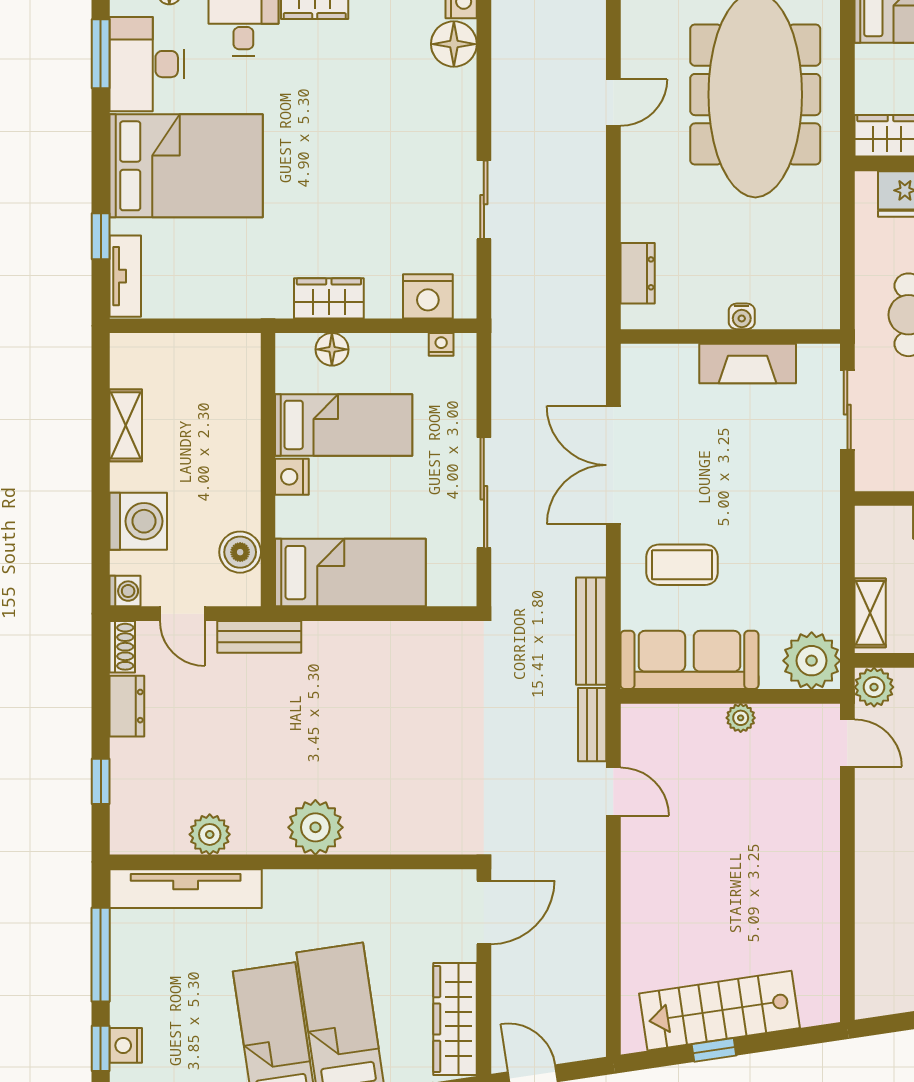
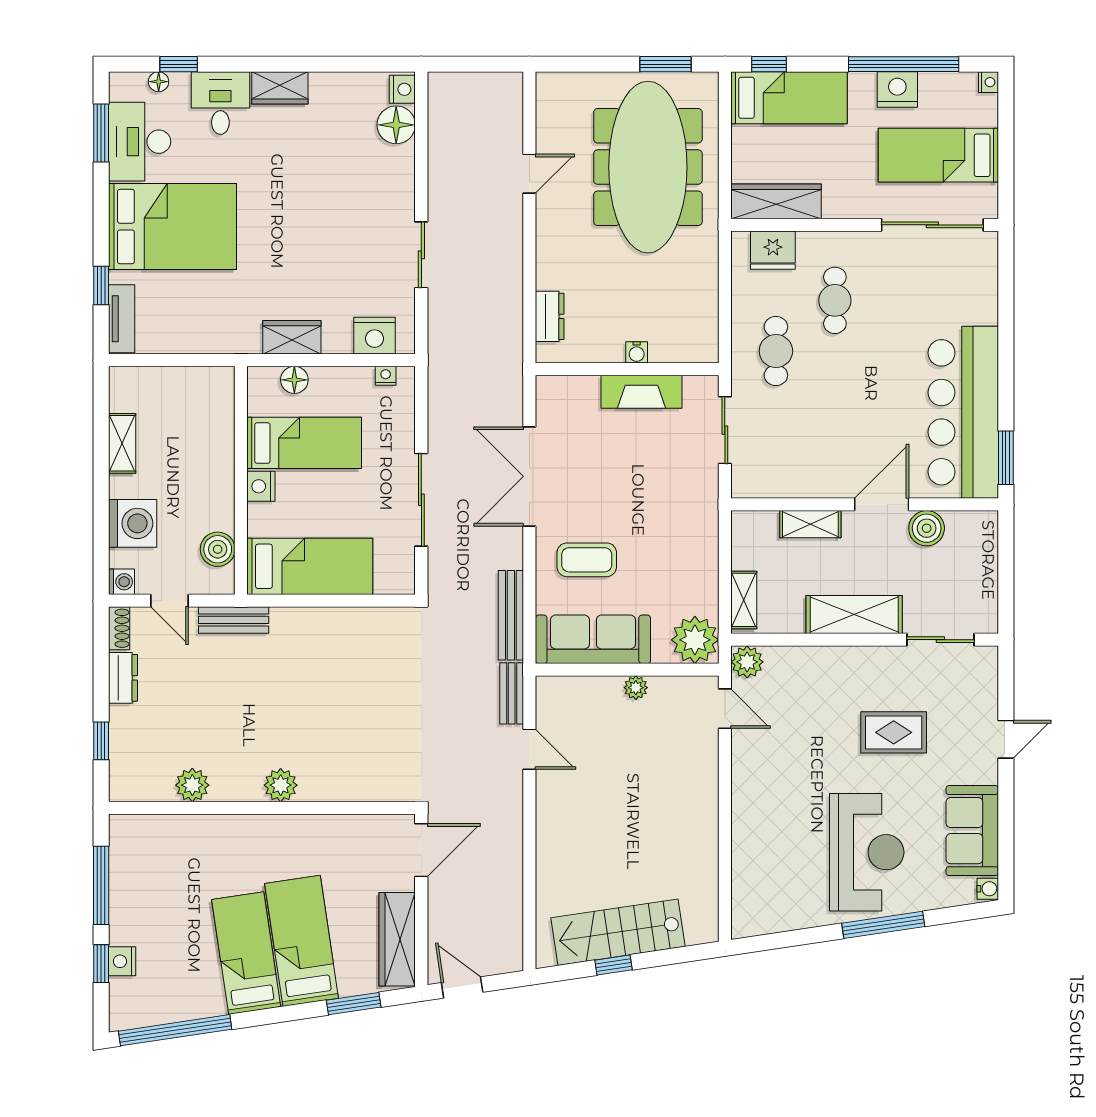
plant: (315, 827) -> (281, 785), width x0.73, depth x0.73
tv unit: (186, 889) -> (172, 830), removed

